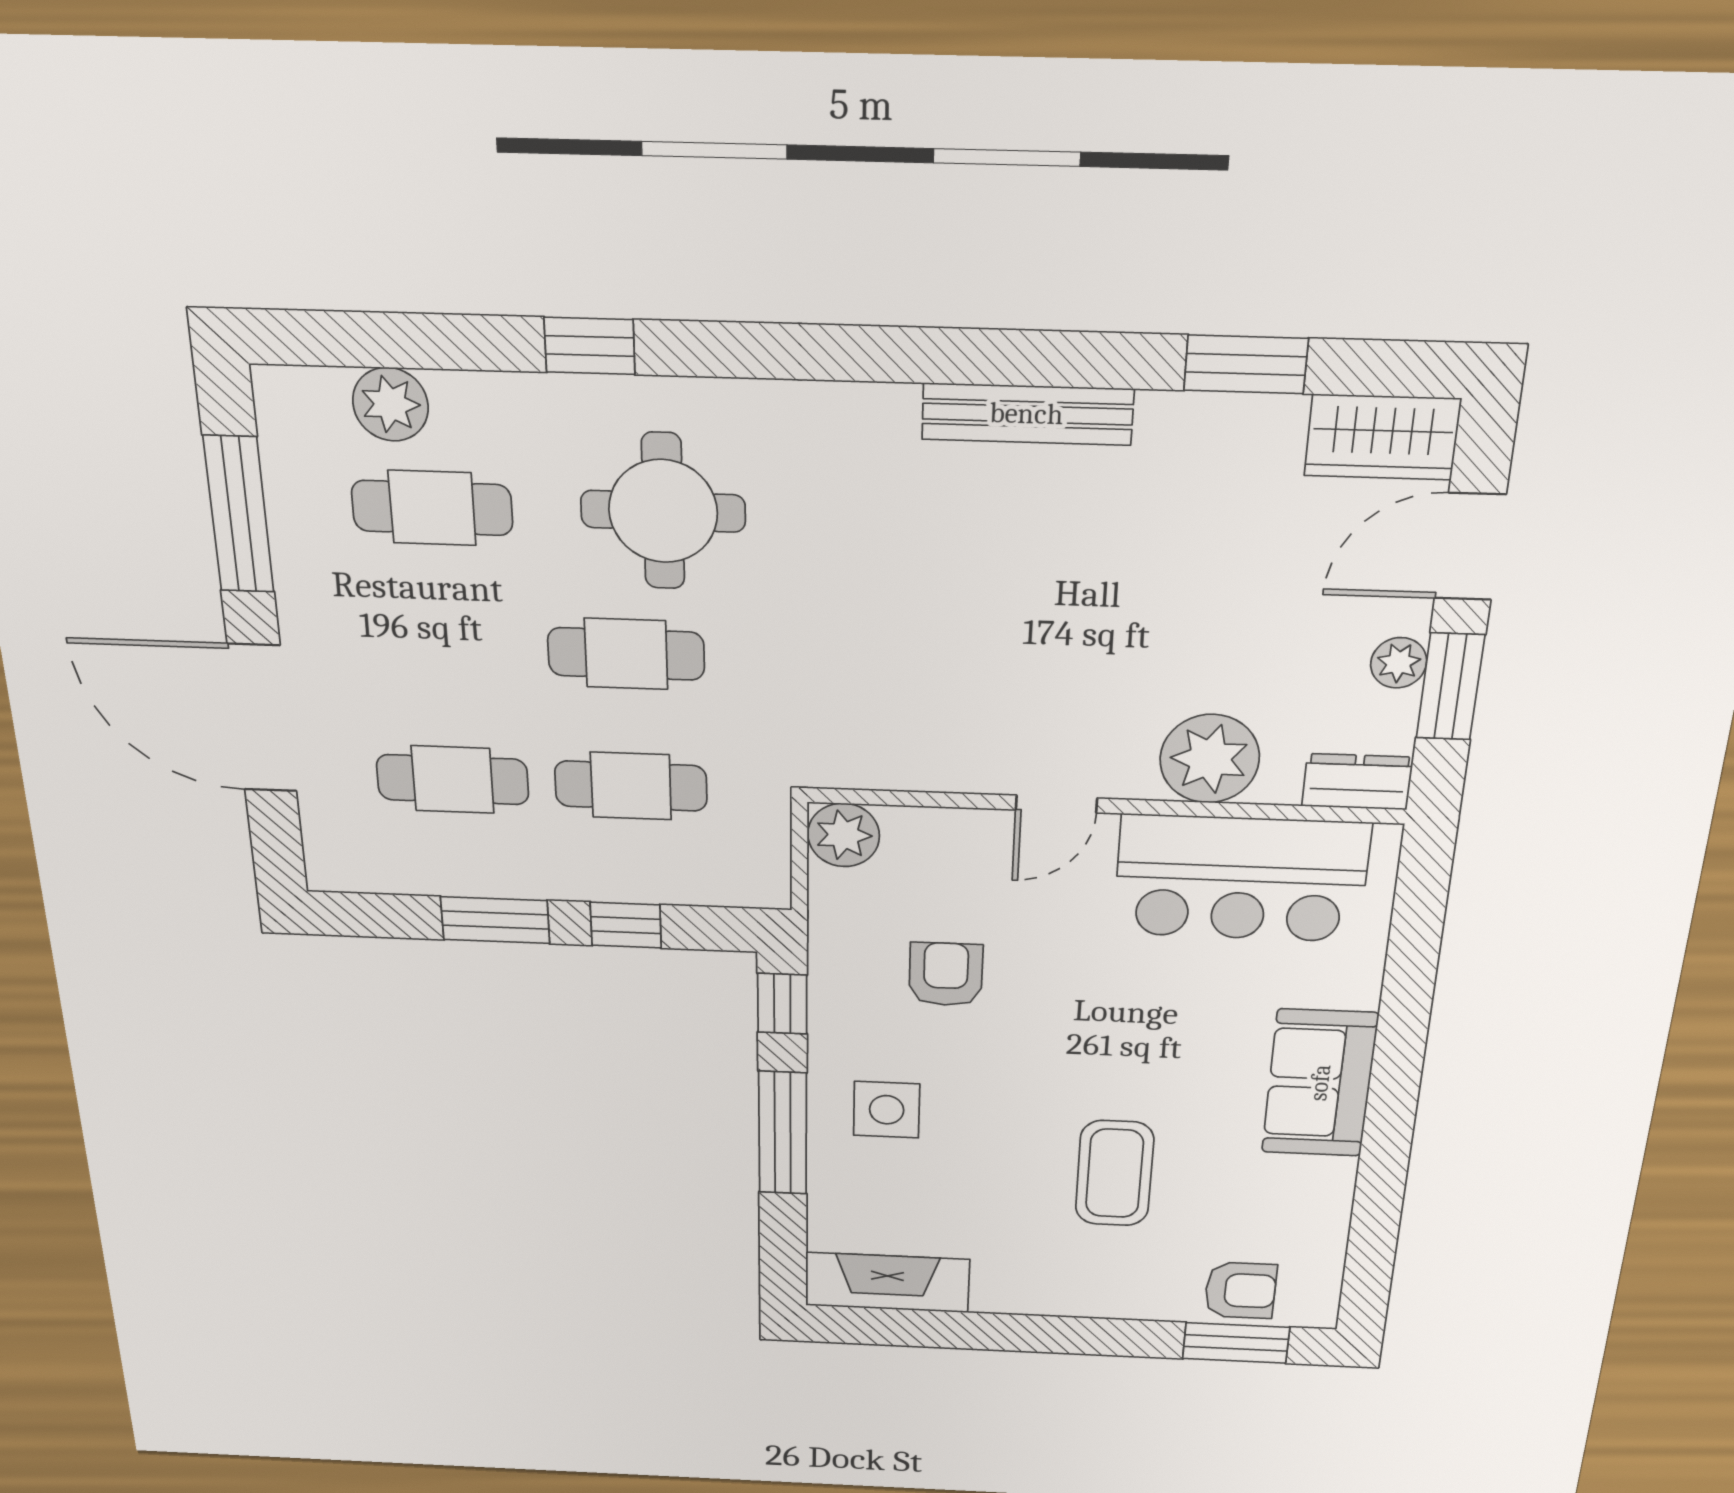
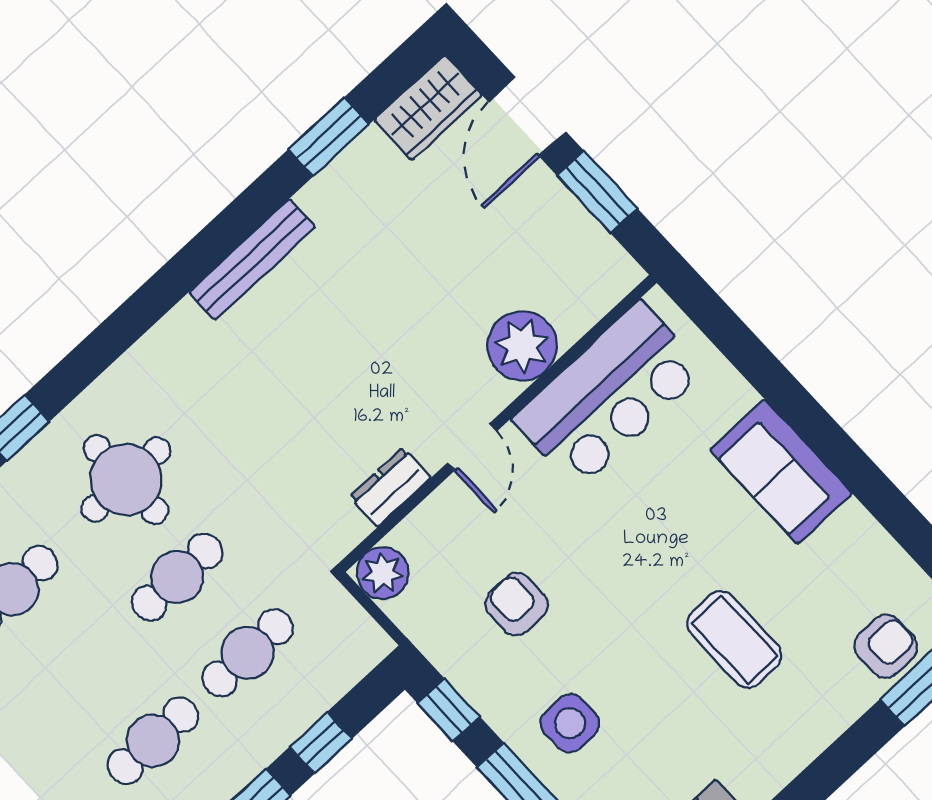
plant: (1399, 663) -> (559, 205), removed
dresser: (1357, 782) -> (390, 487), moved

